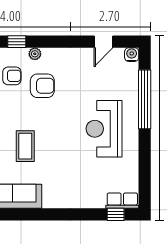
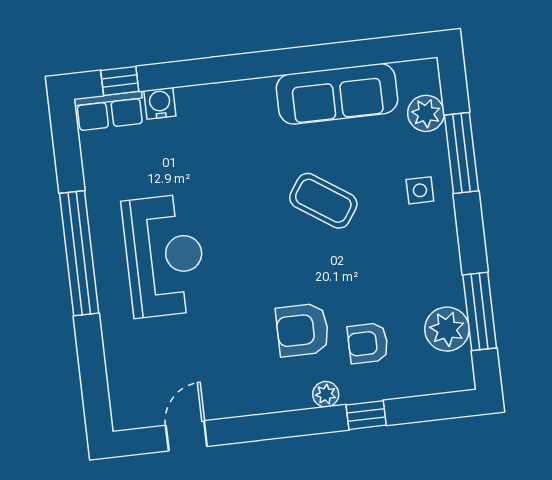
water cooler: (132, 55) -> (160, 103), moved, turned 180
window: (145, 99) -> (79, 253), moved
coffee table: (25, 146) -> (323, 201), turned -56

